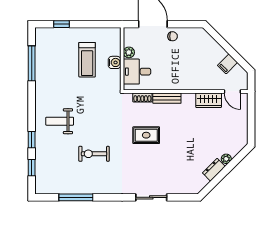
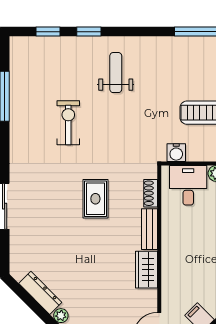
water cooler: (115, 62) -> (176, 153), moved
wardrobe: (209, 100) -> (146, 270), moved
dresser: (214, 170) -> (40, 293), width x1.44

